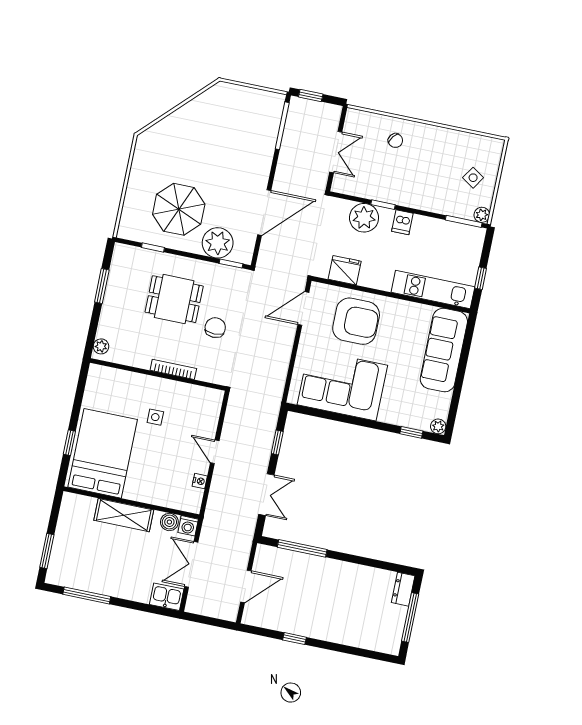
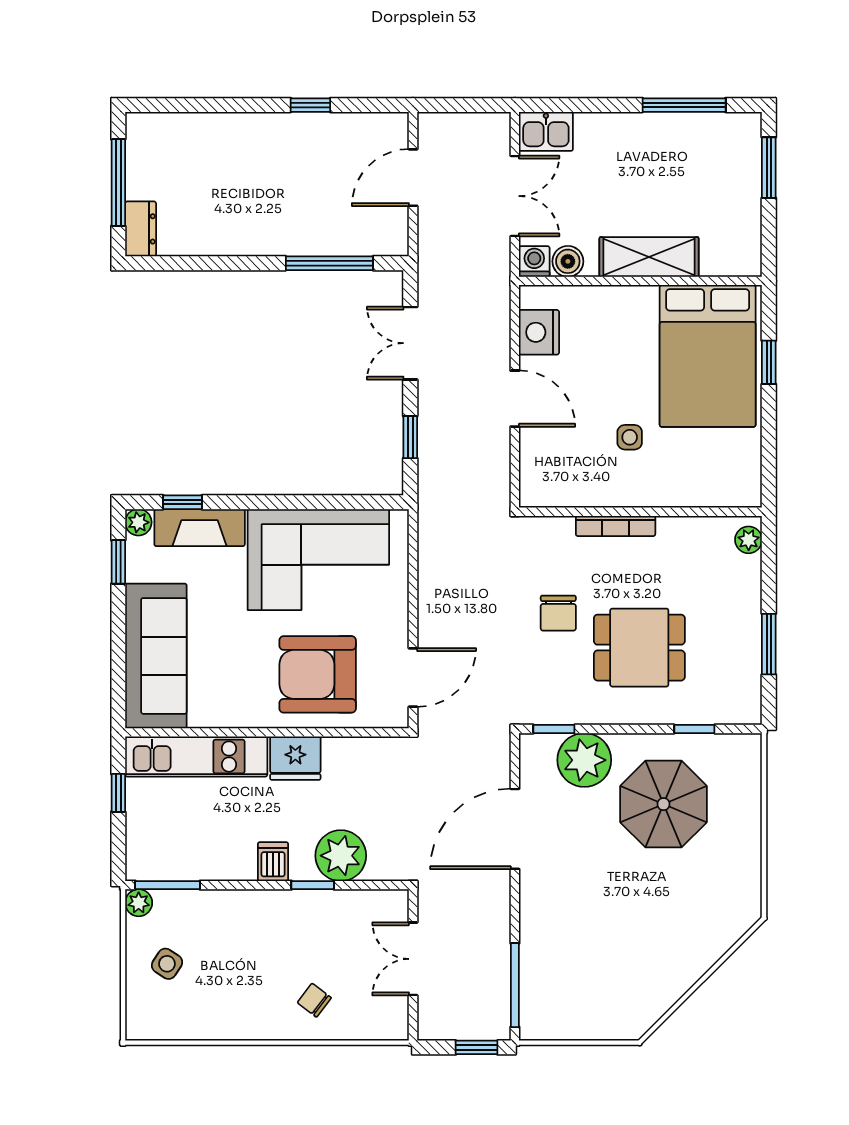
fridge: (345, 270) -> (295, 758), moved
window: (454, 407) -> (118, 562), added
fireplace: (405, 416) -> (200, 528), added
door: (215, 452) -> (515, 399), width x1.37
nightstand: (200, 481) -> (539, 332), width x1.89, depth x1.79

